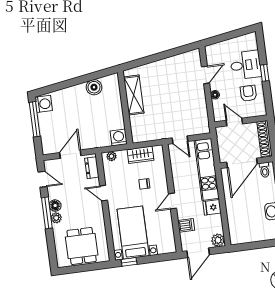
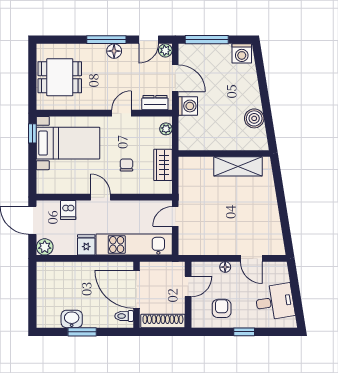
desk: (246, 65) -> (275, 302), moved, turned -99
armchair: (248, 93) -> (222, 308), turned -90
window: (35, 119) -> (207, 40), moved
washing machine: (119, 138) -> (188, 106), moved
plant: (56, 218) -> (165, 50), moved

